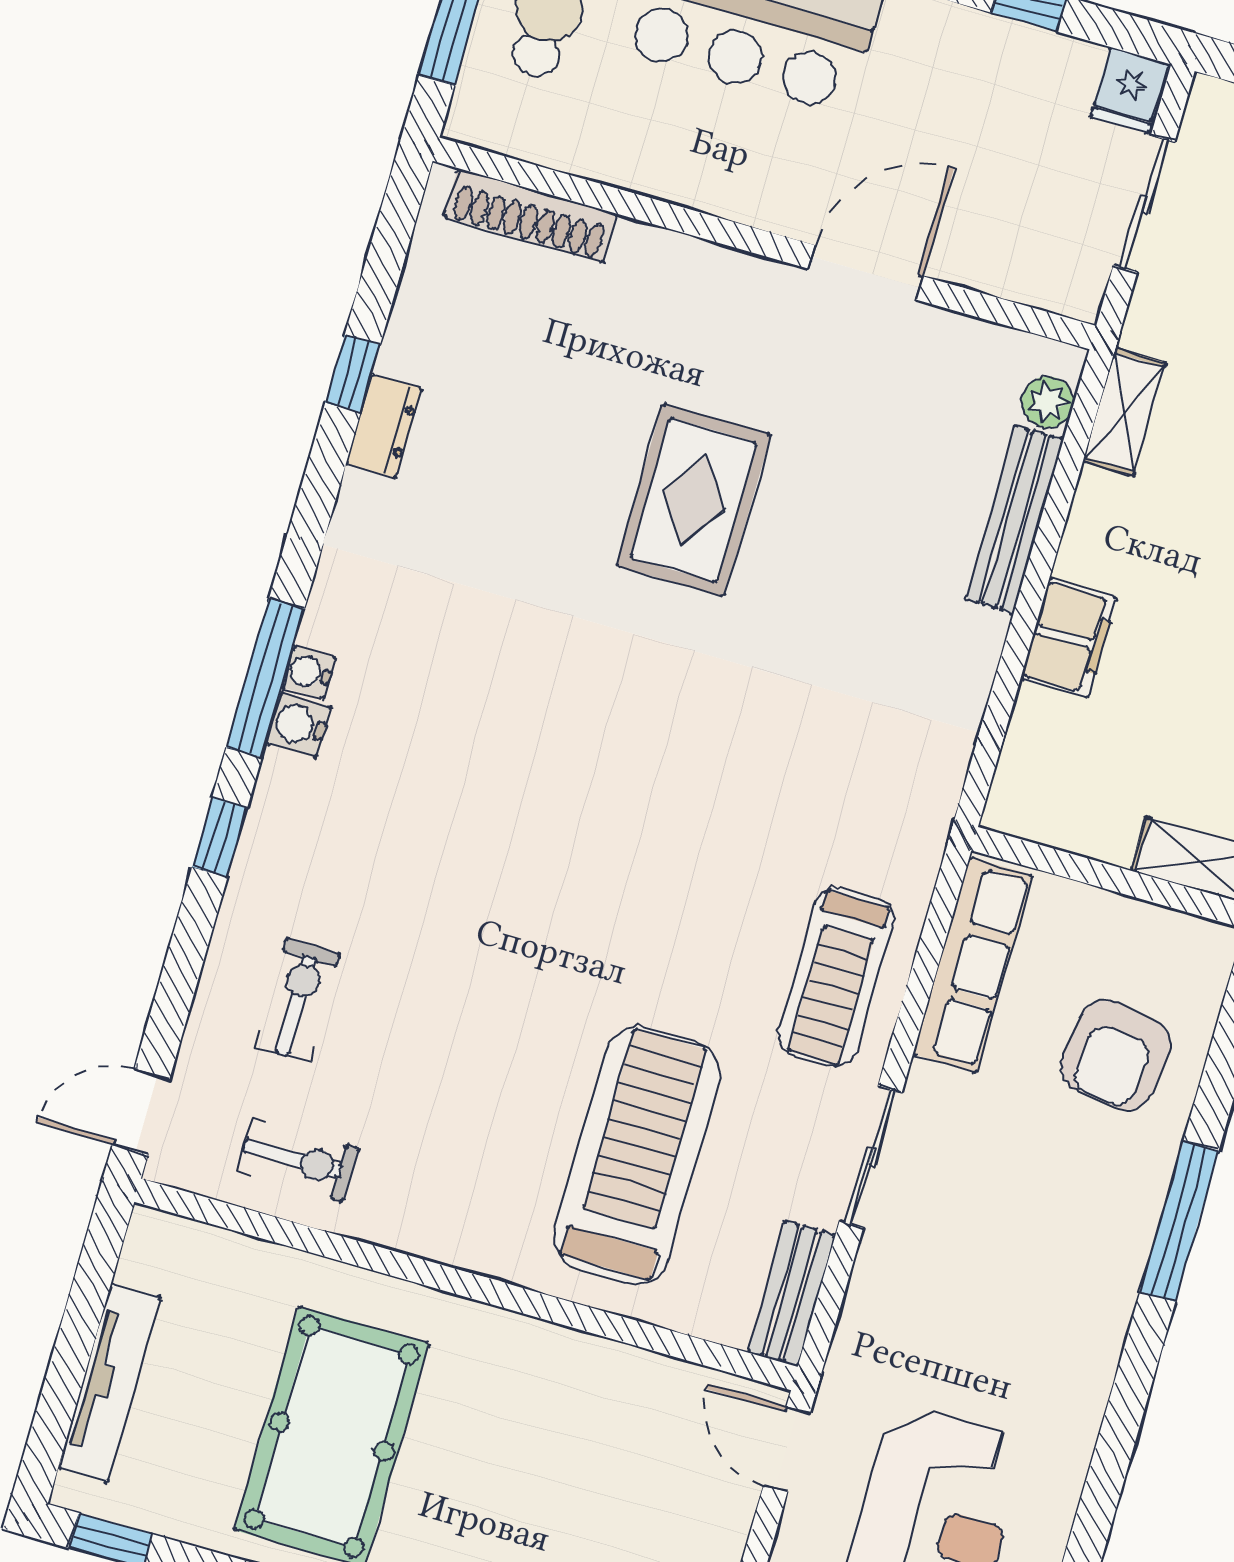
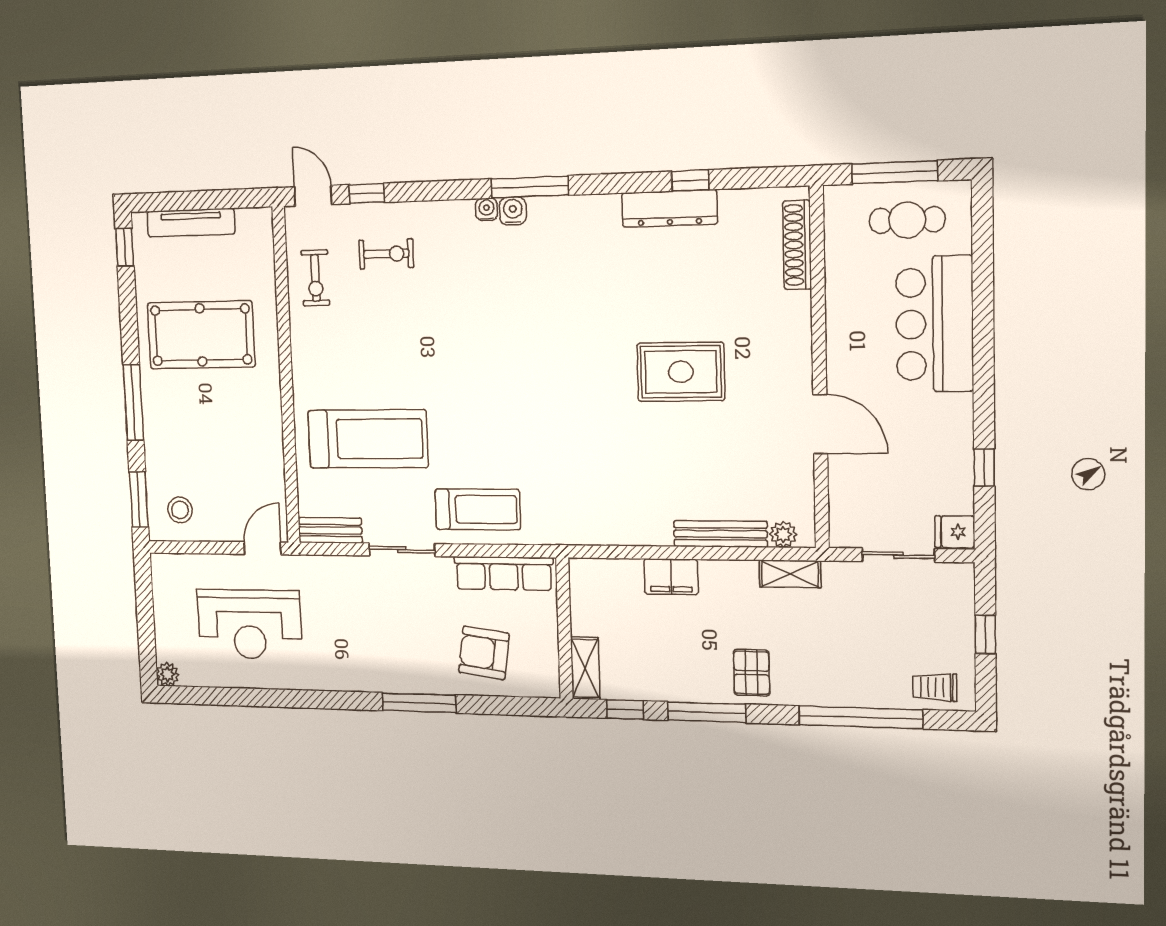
dresser: (384, 426) -> (669, 208), width x1.96, depth x1.24
water cooler: (309, 672) -> (486, 209), moved
window: (220, 837) -> (367, 194), moved
treadmill: (836, 977) -> (478, 509), turned 180

